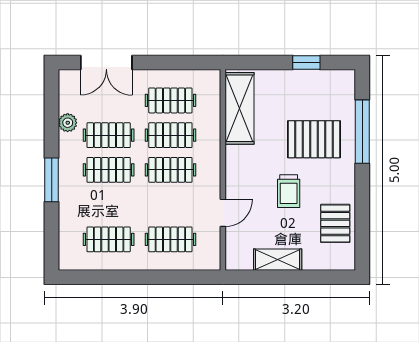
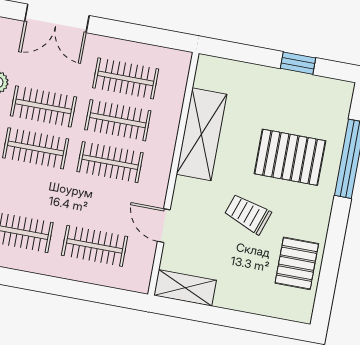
shelving: (240, 108) -> (202, 134), moved
trolley: (289, 191) -> (248, 214), turned 109
door: (223, 213) -> (164, 226), swing flipped
shelving: (278, 260) -> (185, 288), moved

